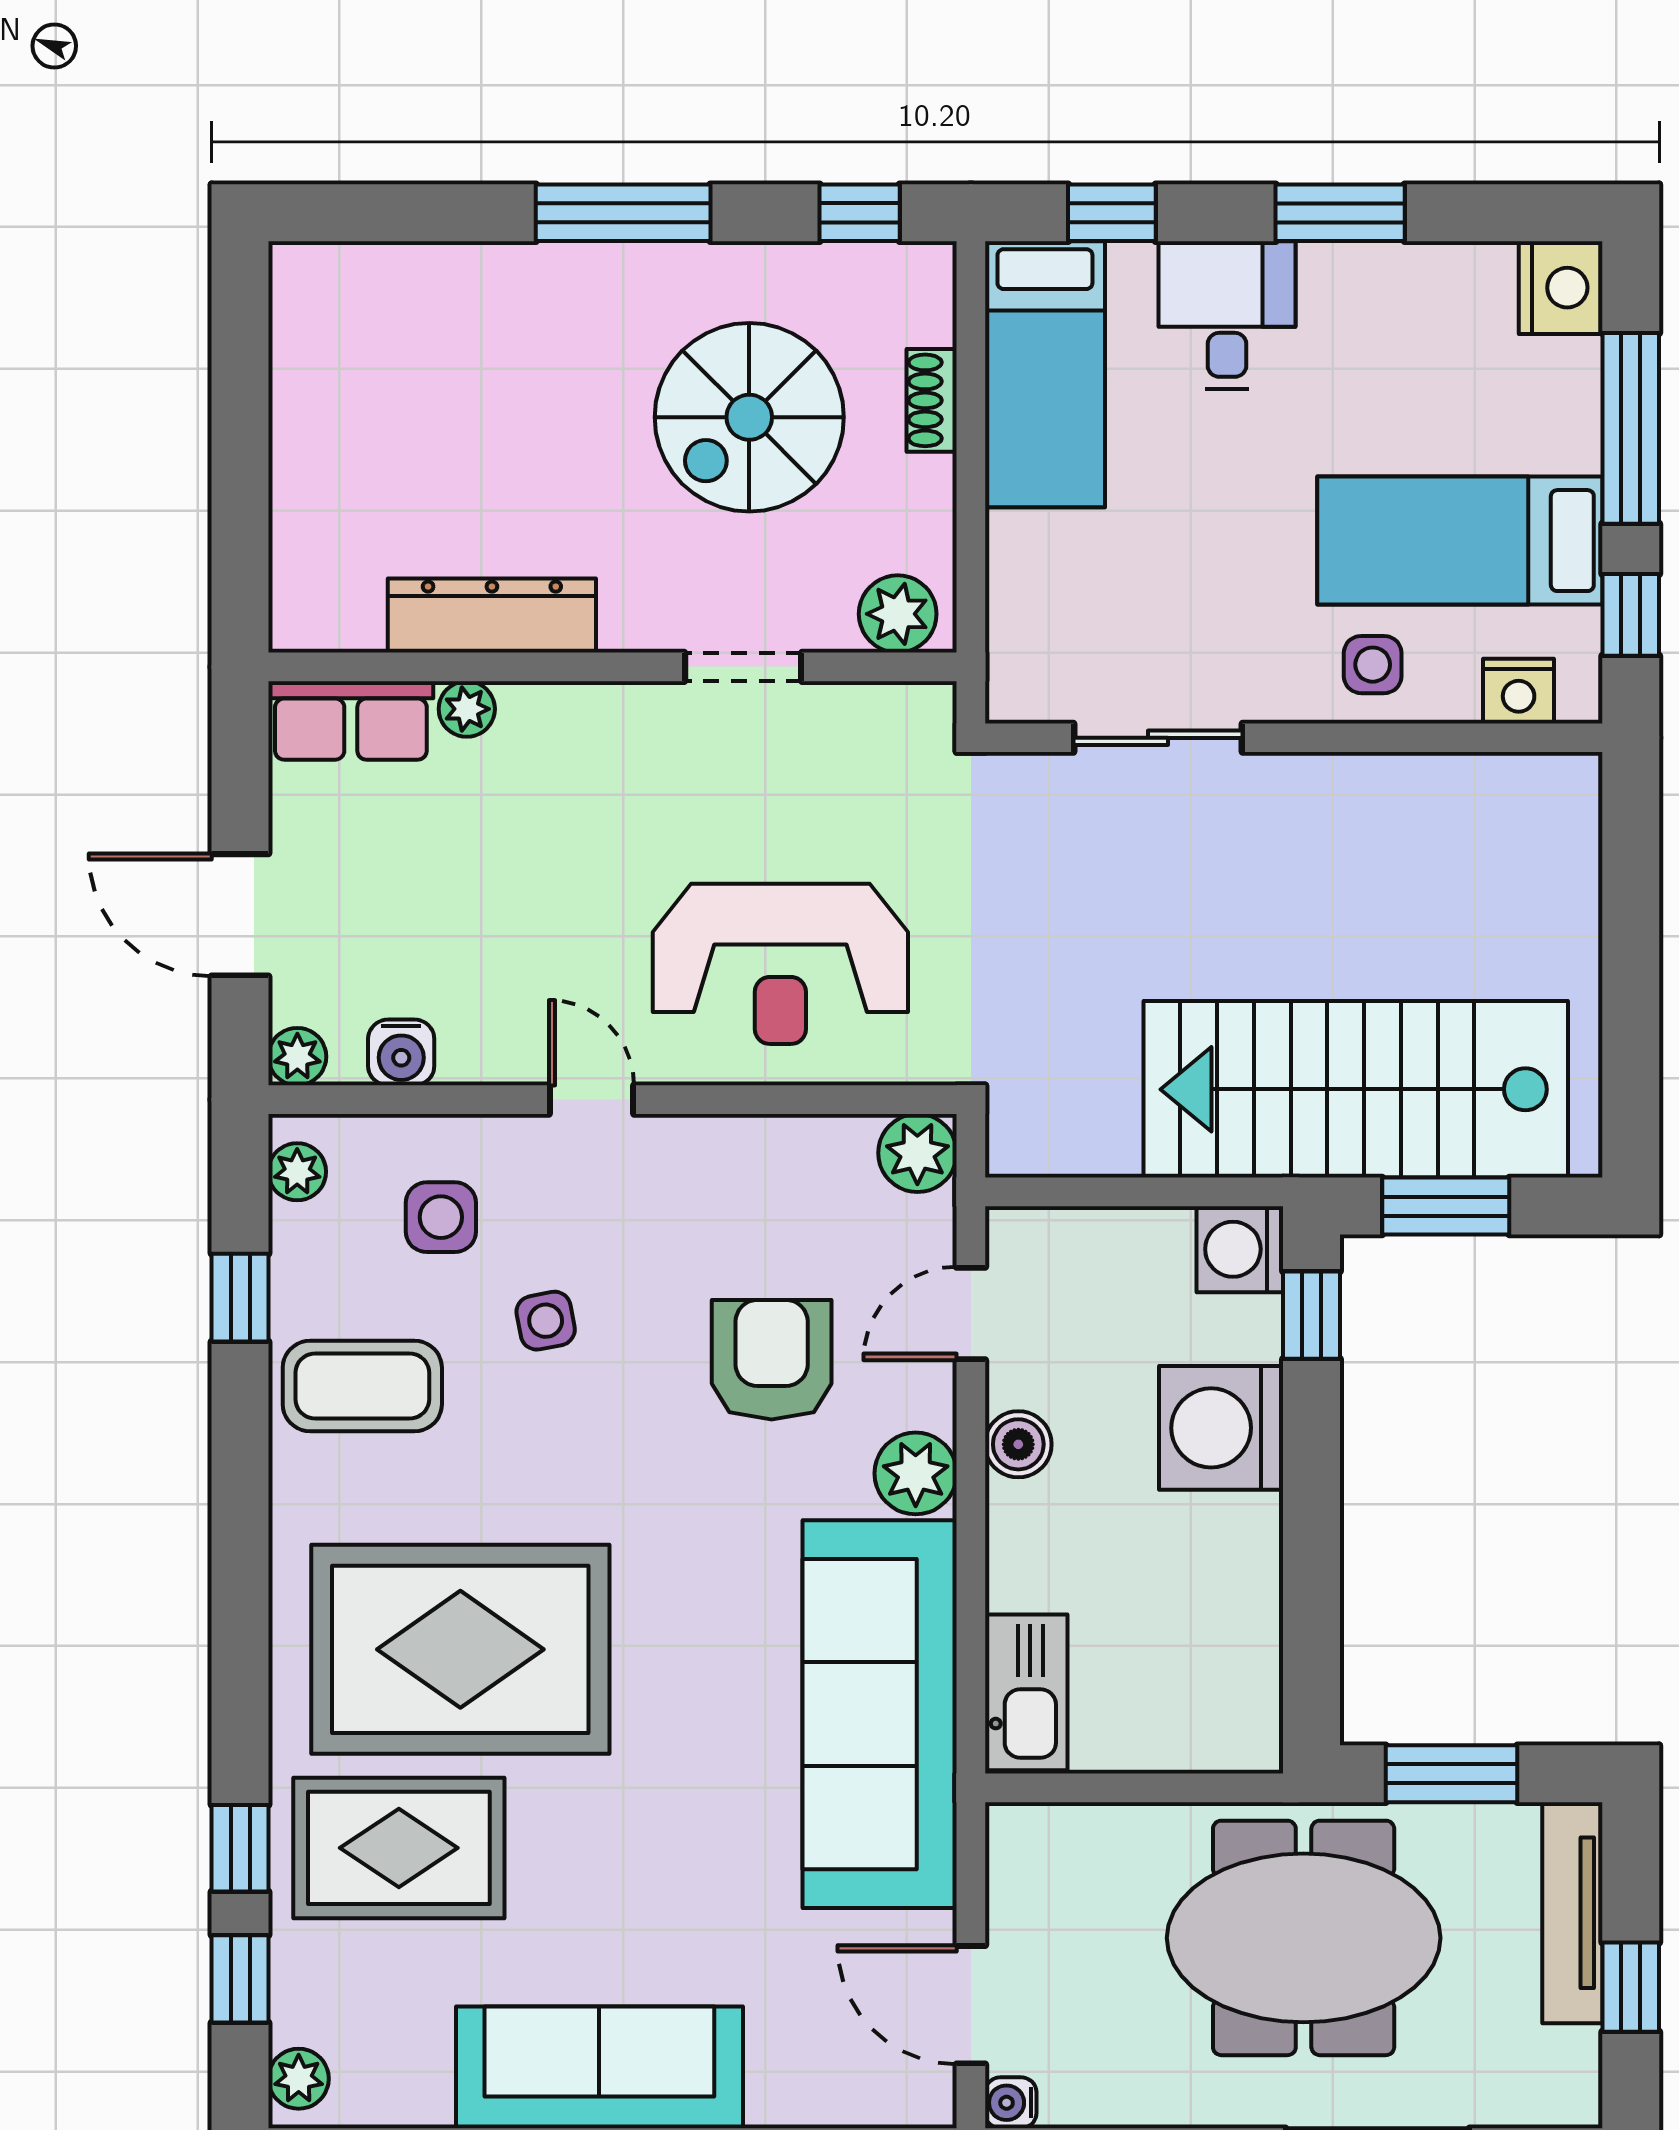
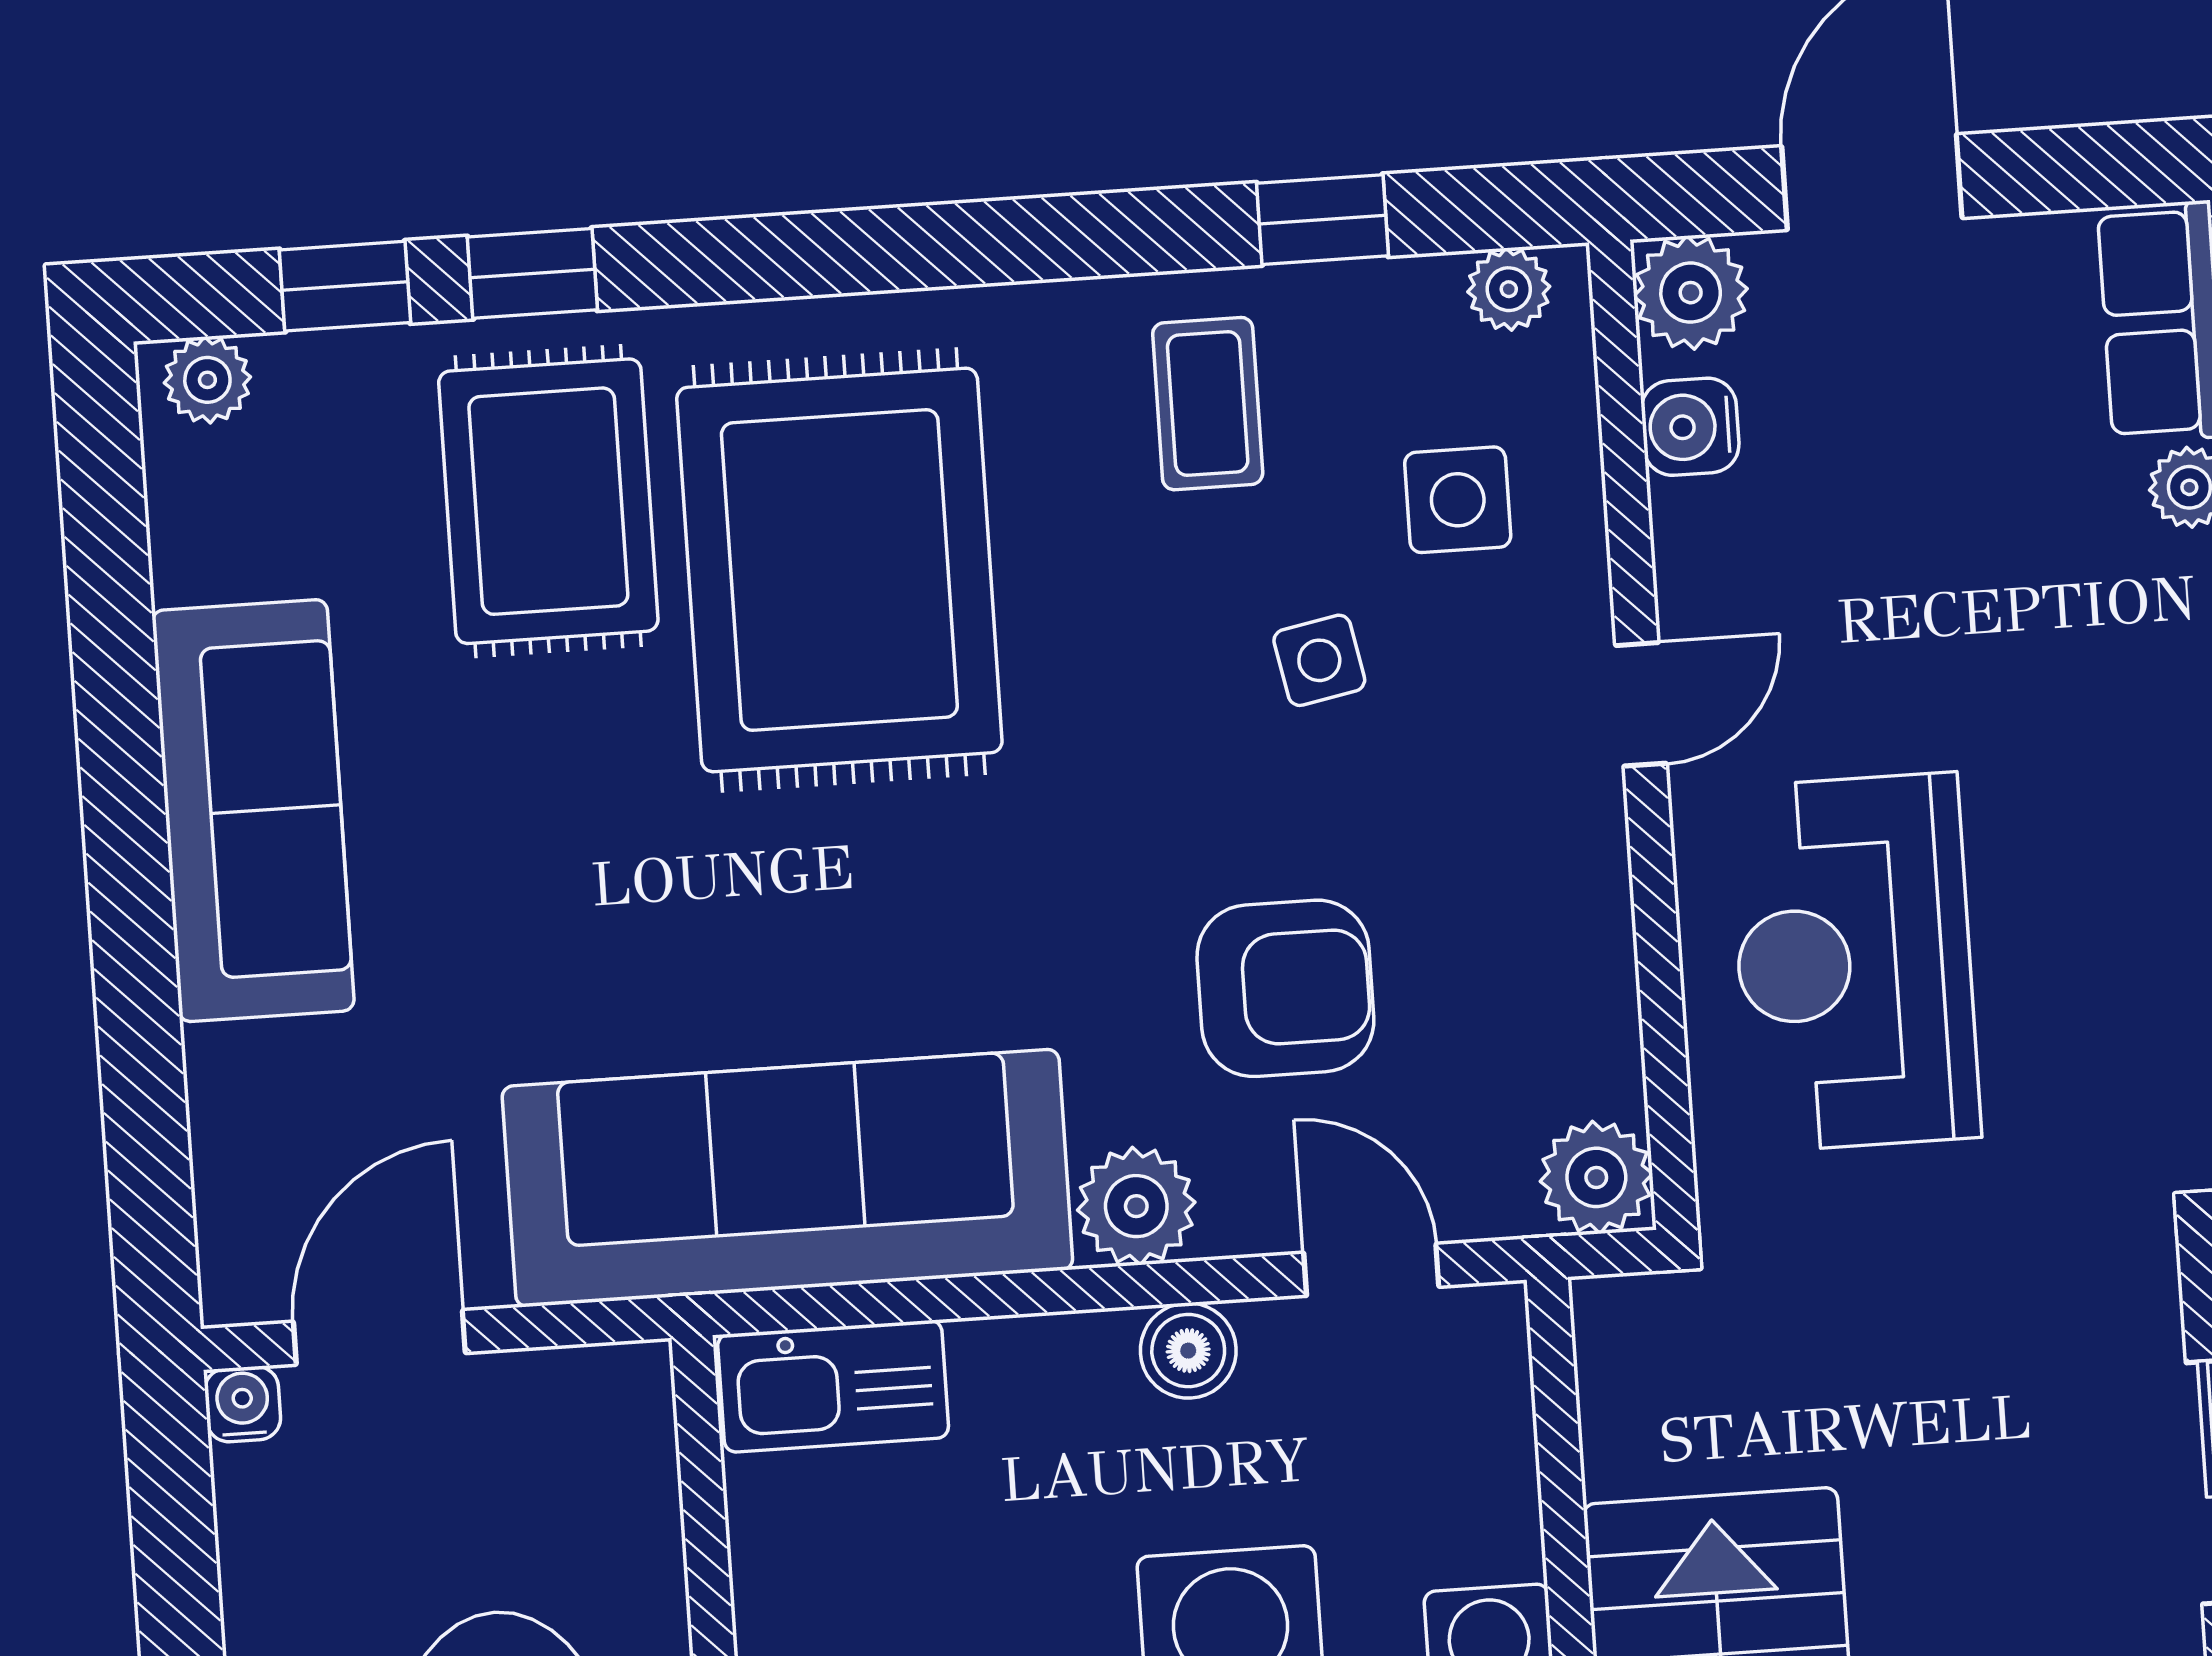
plant: (297, 1057) -> (1691, 293), width x1.38, depth x1.38
coffee table: (362, 1386) -> (1208, 404), width x0.73, depth x0.77

